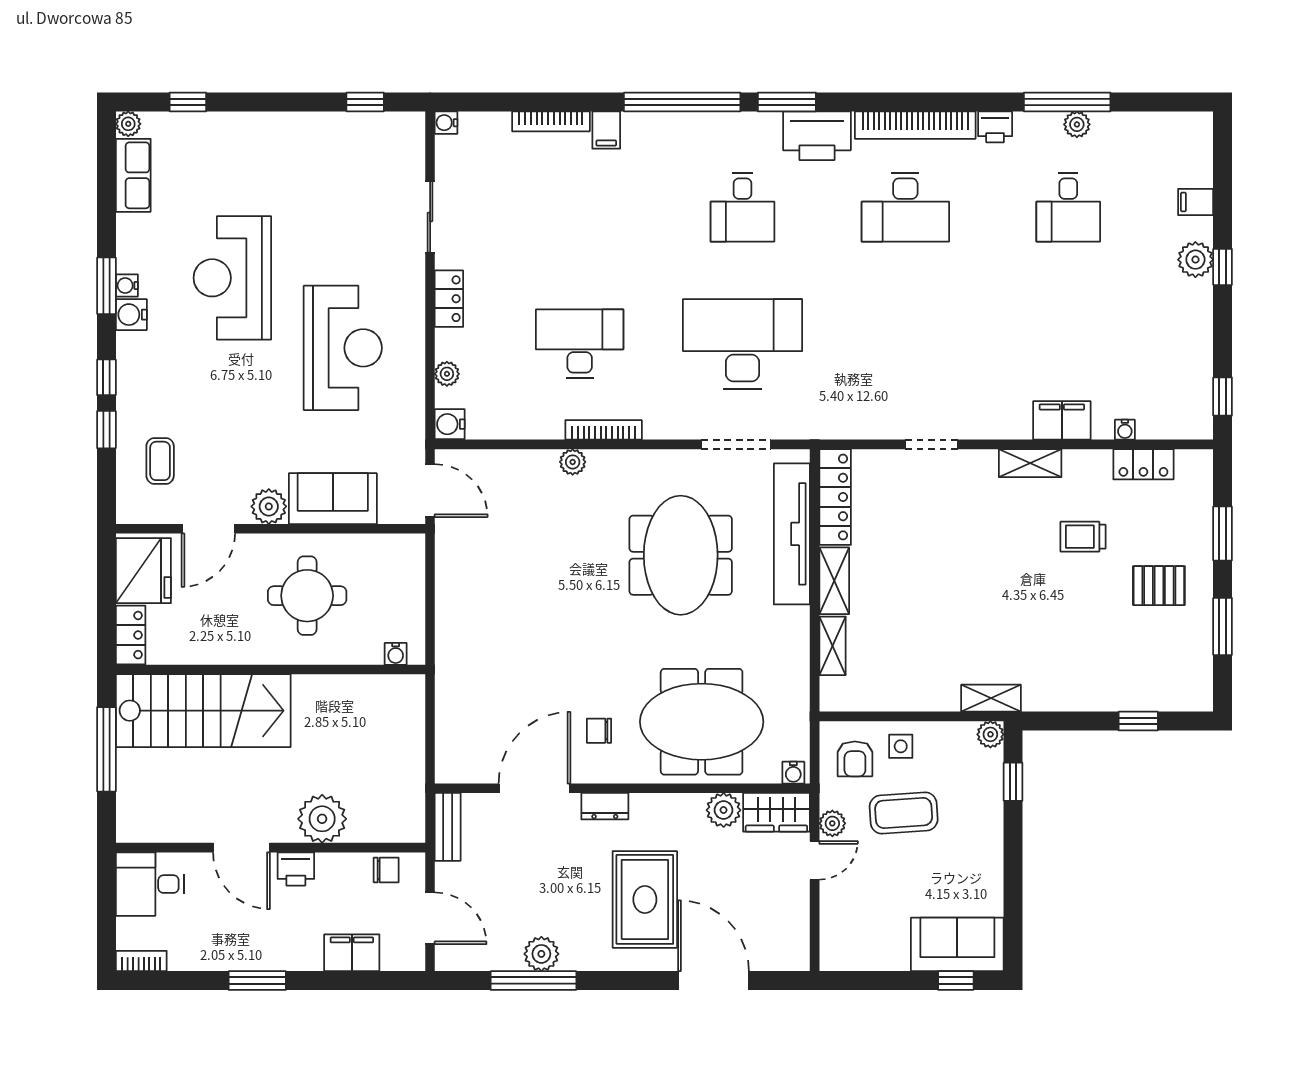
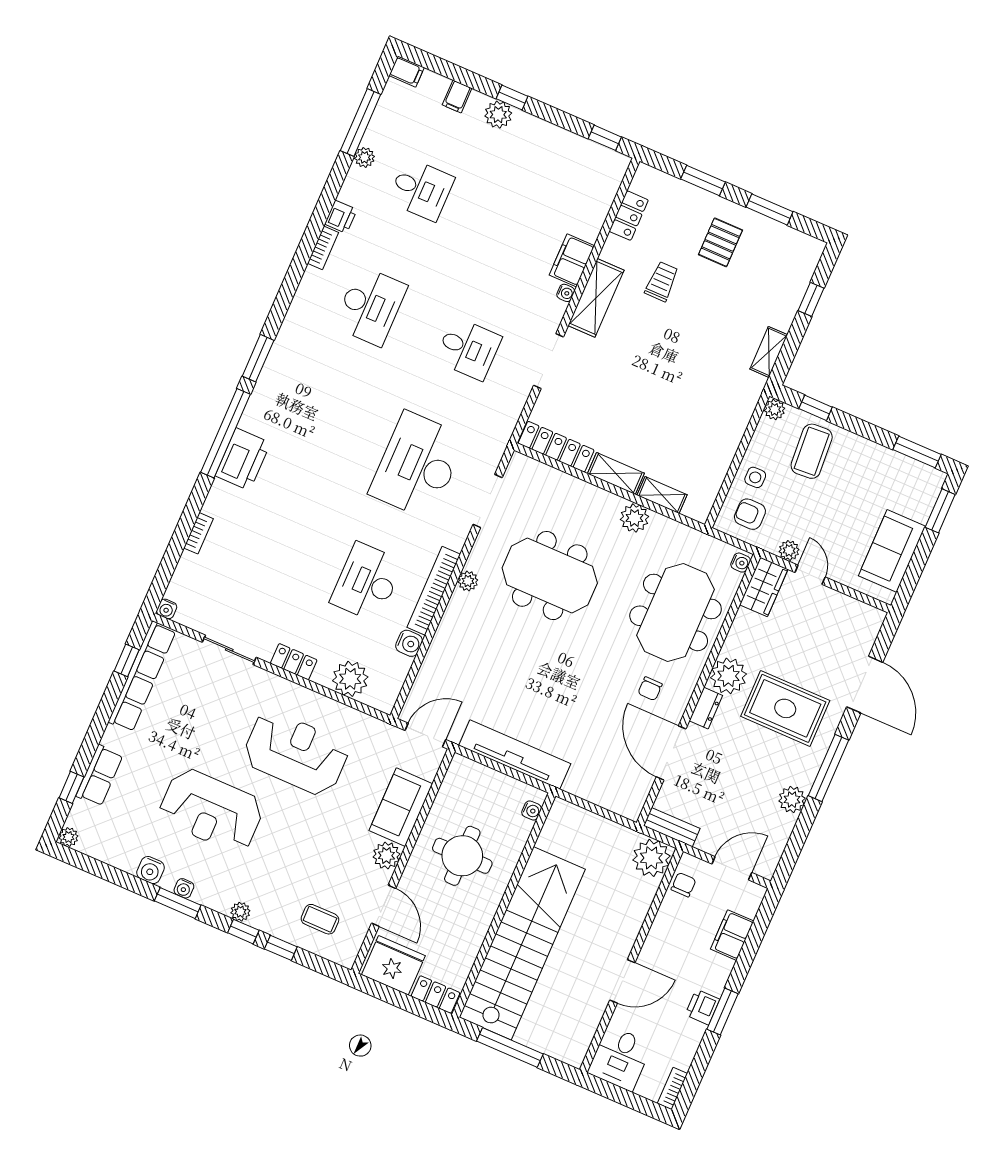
window: (1067, 102) -> (361, 123), moved
bookcase: (551, 121) -> (198, 533), width x0.64
bookcase: (915, 125) -> (323, 248), width x0.43, depth x0.76
row of seats: (354, 128) -> (142, 676), added
filing cabinet: (606, 130) -> (407, 72), moved
printer: (817, 136) -> (243, 459), moved
row of seats: (133, 175) -> (99, 776), moved, turned 90
desk: (743, 207) -> (468, 349), moved
water cooler: (131, 315) -> (151, 870), moved
plant: (128, 364) -> (240, 912), added
plant: (447, 374) -> (350, 679), width x1.87, depth x1.87
water cooler: (450, 424) -> (409, 643), moved, turned -90
bookcase: (604, 430) -> (434, 591), width x1.48, depth x1.31
water cooler: (1125, 430) -> (566, 293), moved
doorway: (932, 444) -> (548, 361), width x1.38
plant: (573, 462) -> (468, 581), moved
shelving: (1030, 463) -> (596, 298), width x1.50, depth x1.33
tv unit: (792, 534) -> (515, 755), moved, turned 180
trolley: (1083, 537) -> (662, 281), turned 180
plant: (791, 625) -> (634, 518), added
shelving: (991, 698) -> (769, 352), moved
stairs: (203, 711) -> (522, 943), width x1.36
armchair: (855, 759) -> (750, 514), turned 180
plant: (724, 810) -> (728, 676), moved, width x1.36, depth x1.36
coffee table: (904, 813) -> (812, 451), moved
plant: (322, 819) -> (651, 858), moved
printer: (296, 869) -> (702, 1007), moved, turned 180
window: (1013, 923) -> (917, 452), added
sofa: (957, 944) -> (892, 551), moved
window: (533, 981) -> (828, 768), moved
door: (713, 981) -> (865, 685), swing flipped
window: (956, 981) -> (940, 511), width x1.50

